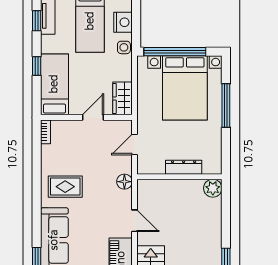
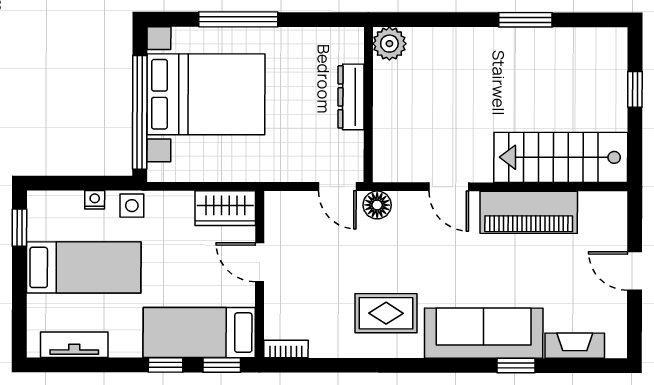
window: (37, 21) -> (222, 365), moved
nightstand: (123, 22) -> (95, 200), width x0.53, depth x0.56
door: (135, 144) -> (337, 187), moved
rug: (65, 187) -> (386, 313), turned 90
door: (135, 221) -> (449, 187), swing flipped

